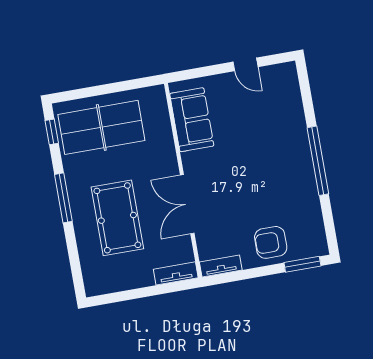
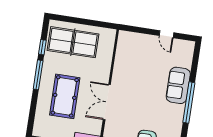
sofa: (192, 120) -> (178, 85), moved, turned 180
window: (52, 132) -> (42, 47), moved

